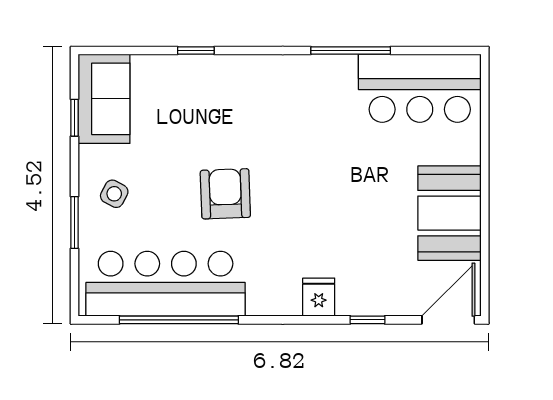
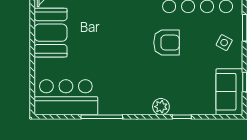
plant: (236, 70) -> (161, 107), added
armchair: (225, 194) -> (167, 43), turned -88

